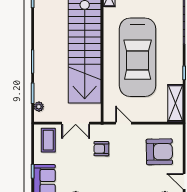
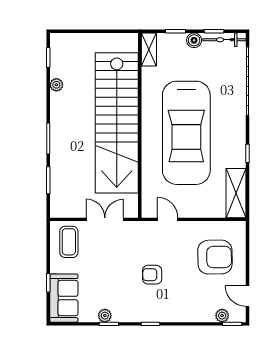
plant: (39, 107) -> (56, 85), moved
double door: (76, 123) -> (105, 219), swing flipped
armchair: (101, 149) -> (152, 275), moved

